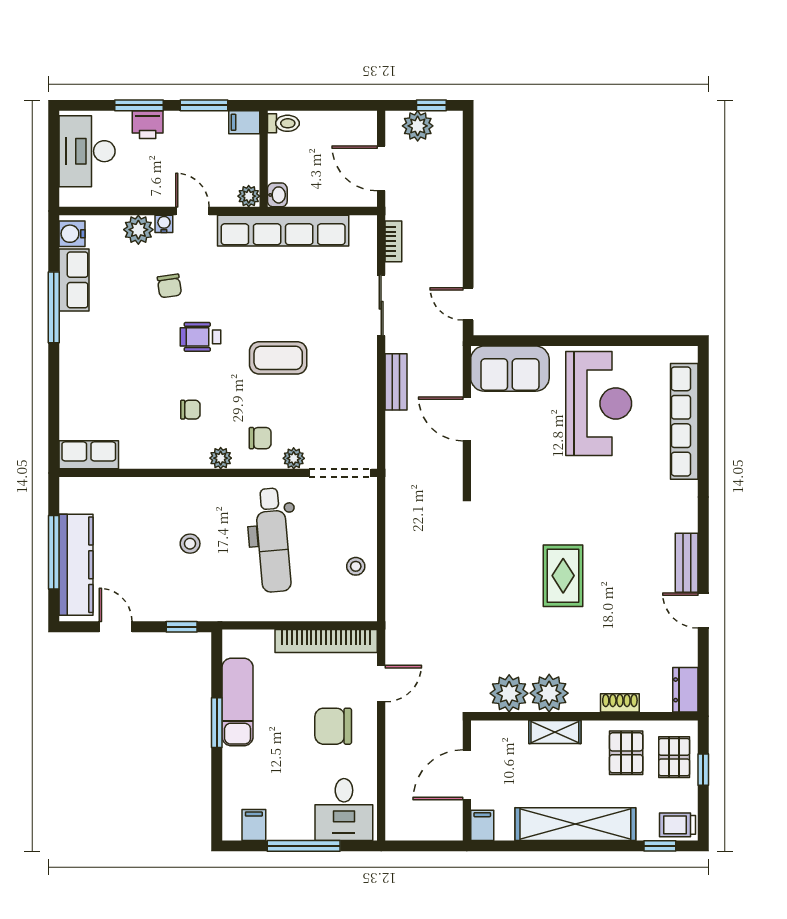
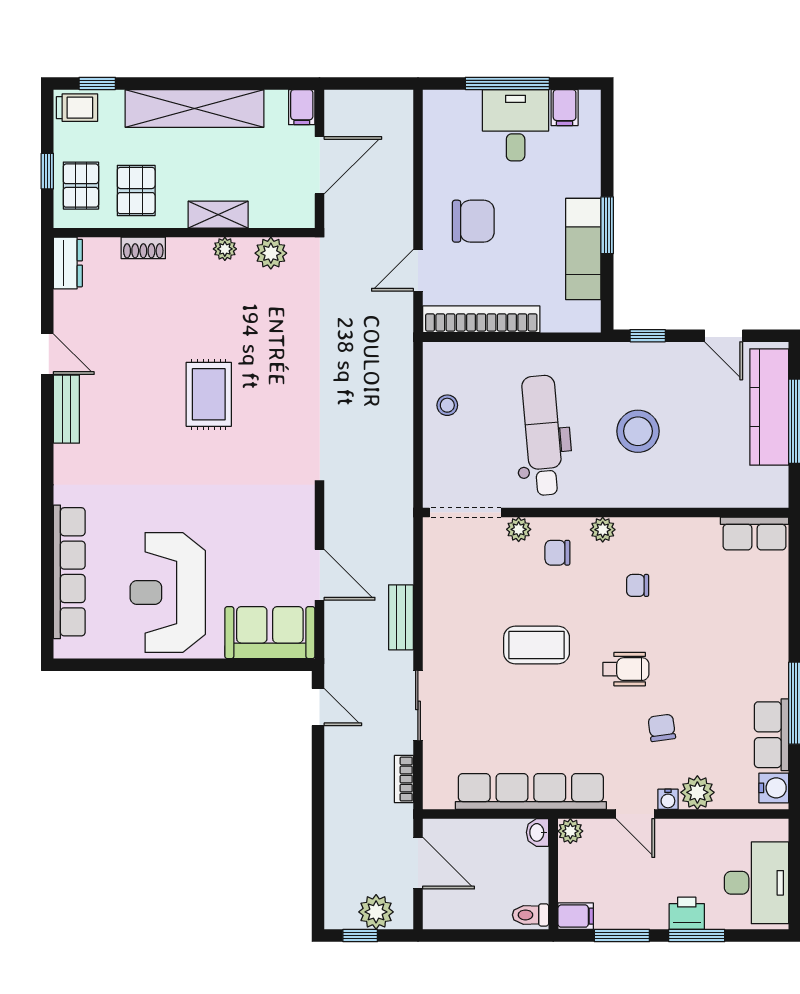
stool: (190, 544) -> (638, 431), width x1.89, depth x1.89
plant: (509, 693) -> (271, 253), width x0.73, depth x0.73
plant: (549, 693) -> (225, 249), width x0.53, depth x0.53
desk: (344, 810) -> (516, 125), moved

